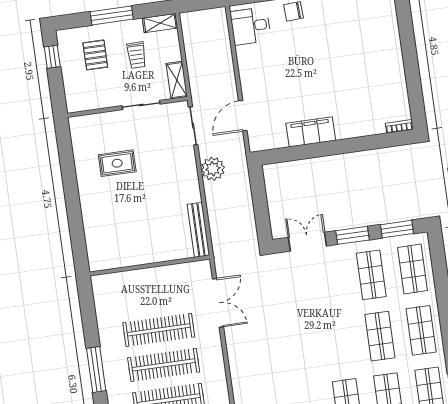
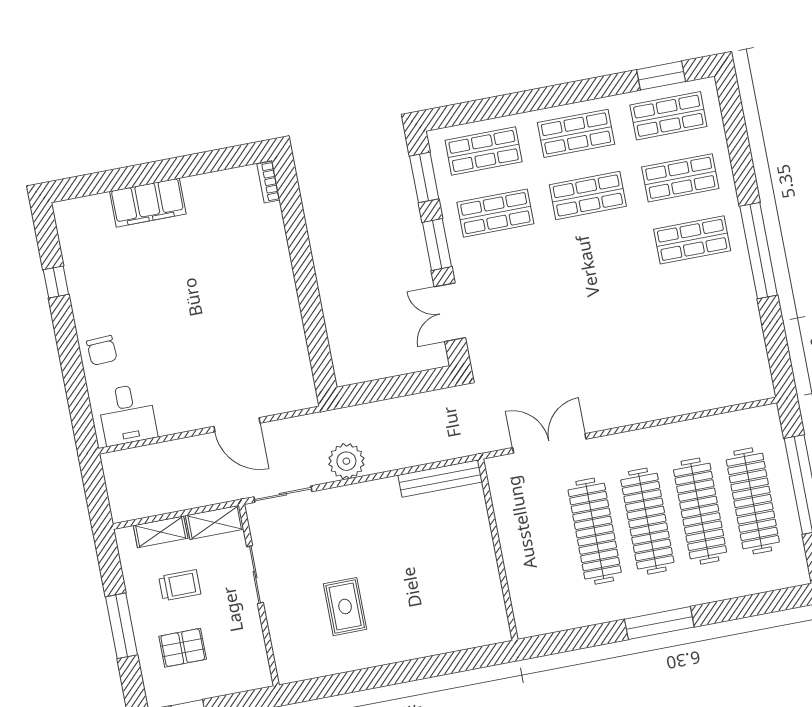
shelving: (160, 23) -> (161, 532), moved, turned 90
door: (243, 116) -> (237, 425), moved
filing cabinet: (311, 132) -> (148, 203), moved, turned -90

